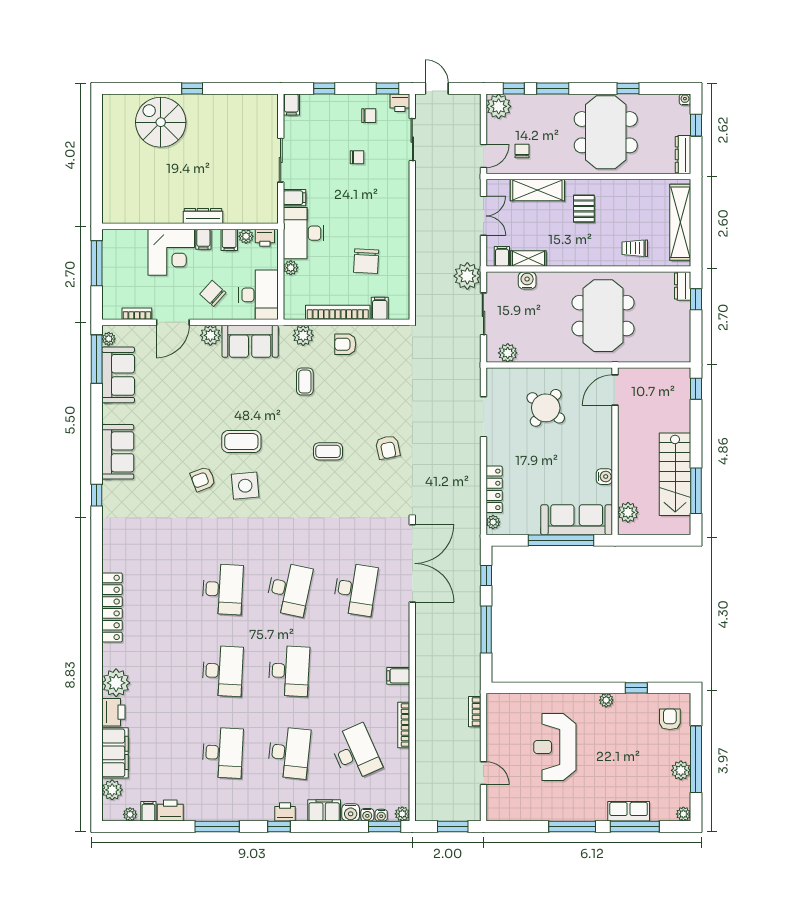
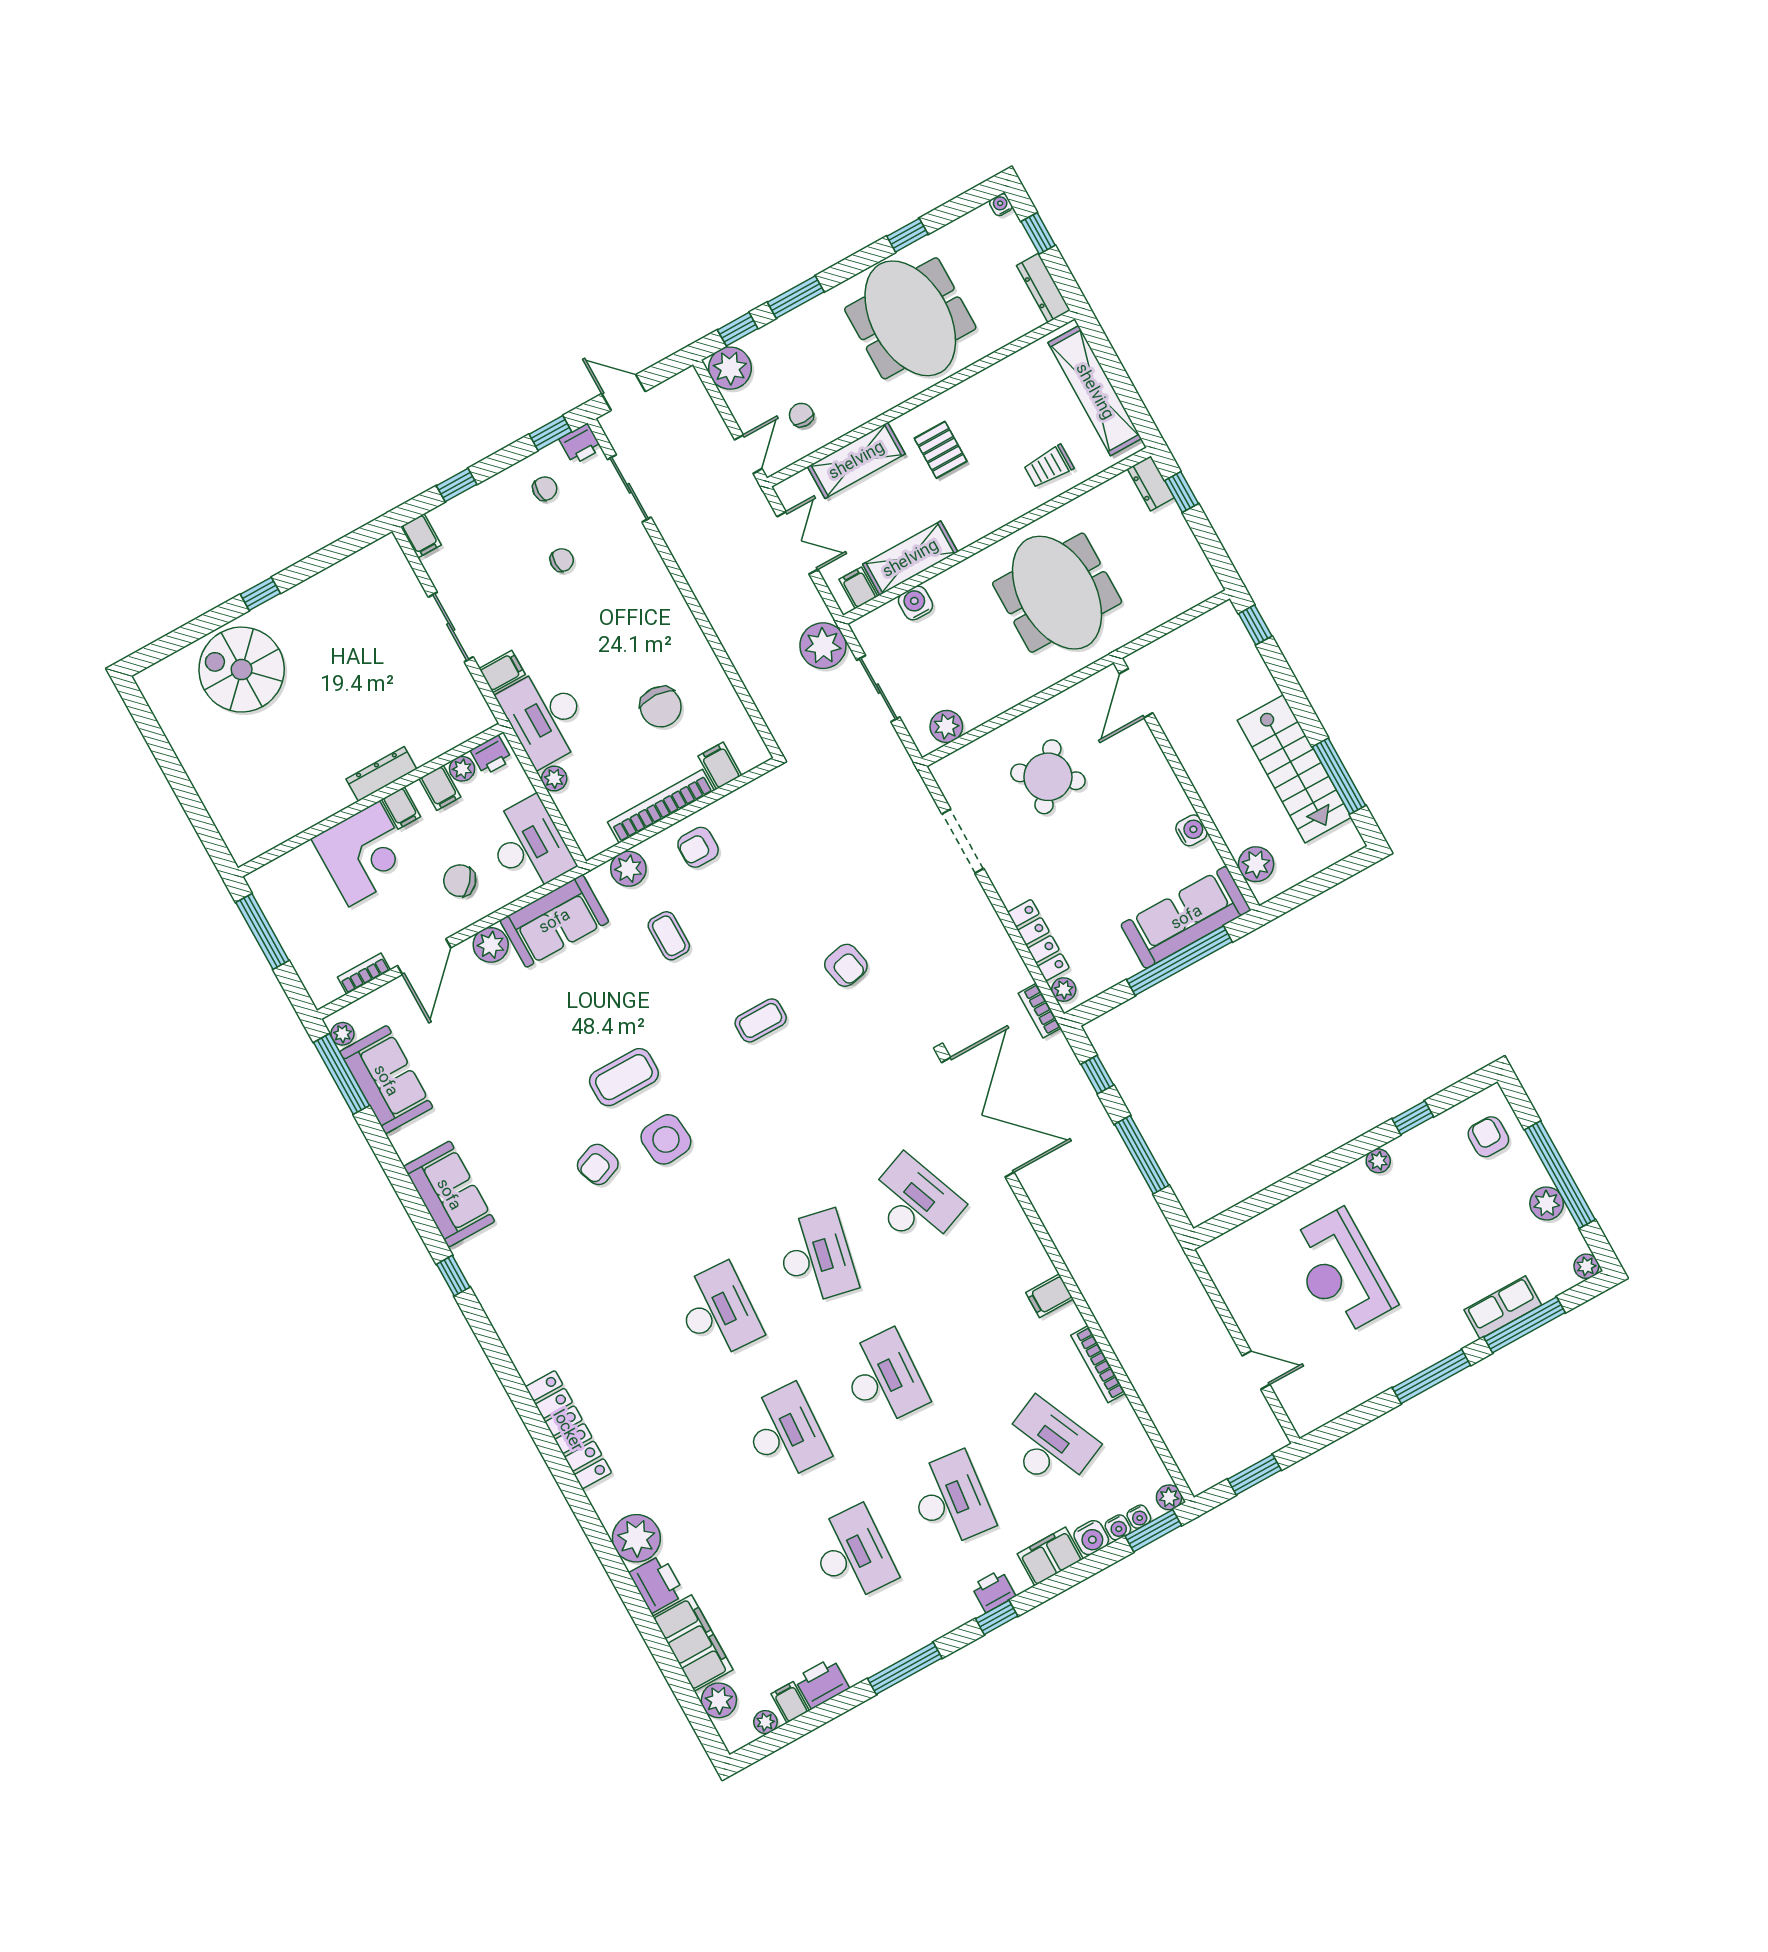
shelving: (528, 258) -> (910, 558), width x1.50, depth x1.33
desk: (355, 589) -> (914, 1203), turned -30
bookcase: (475, 712) -> (1040, 1011), moved

